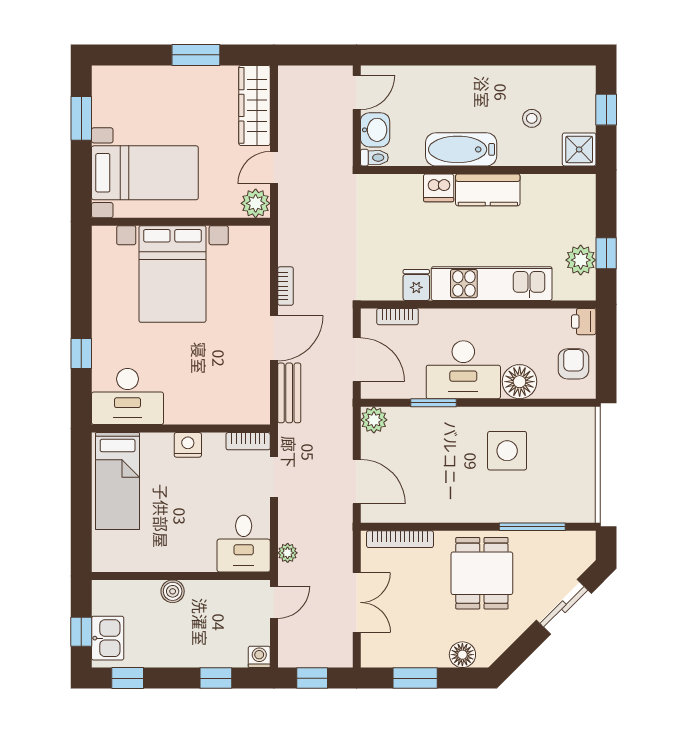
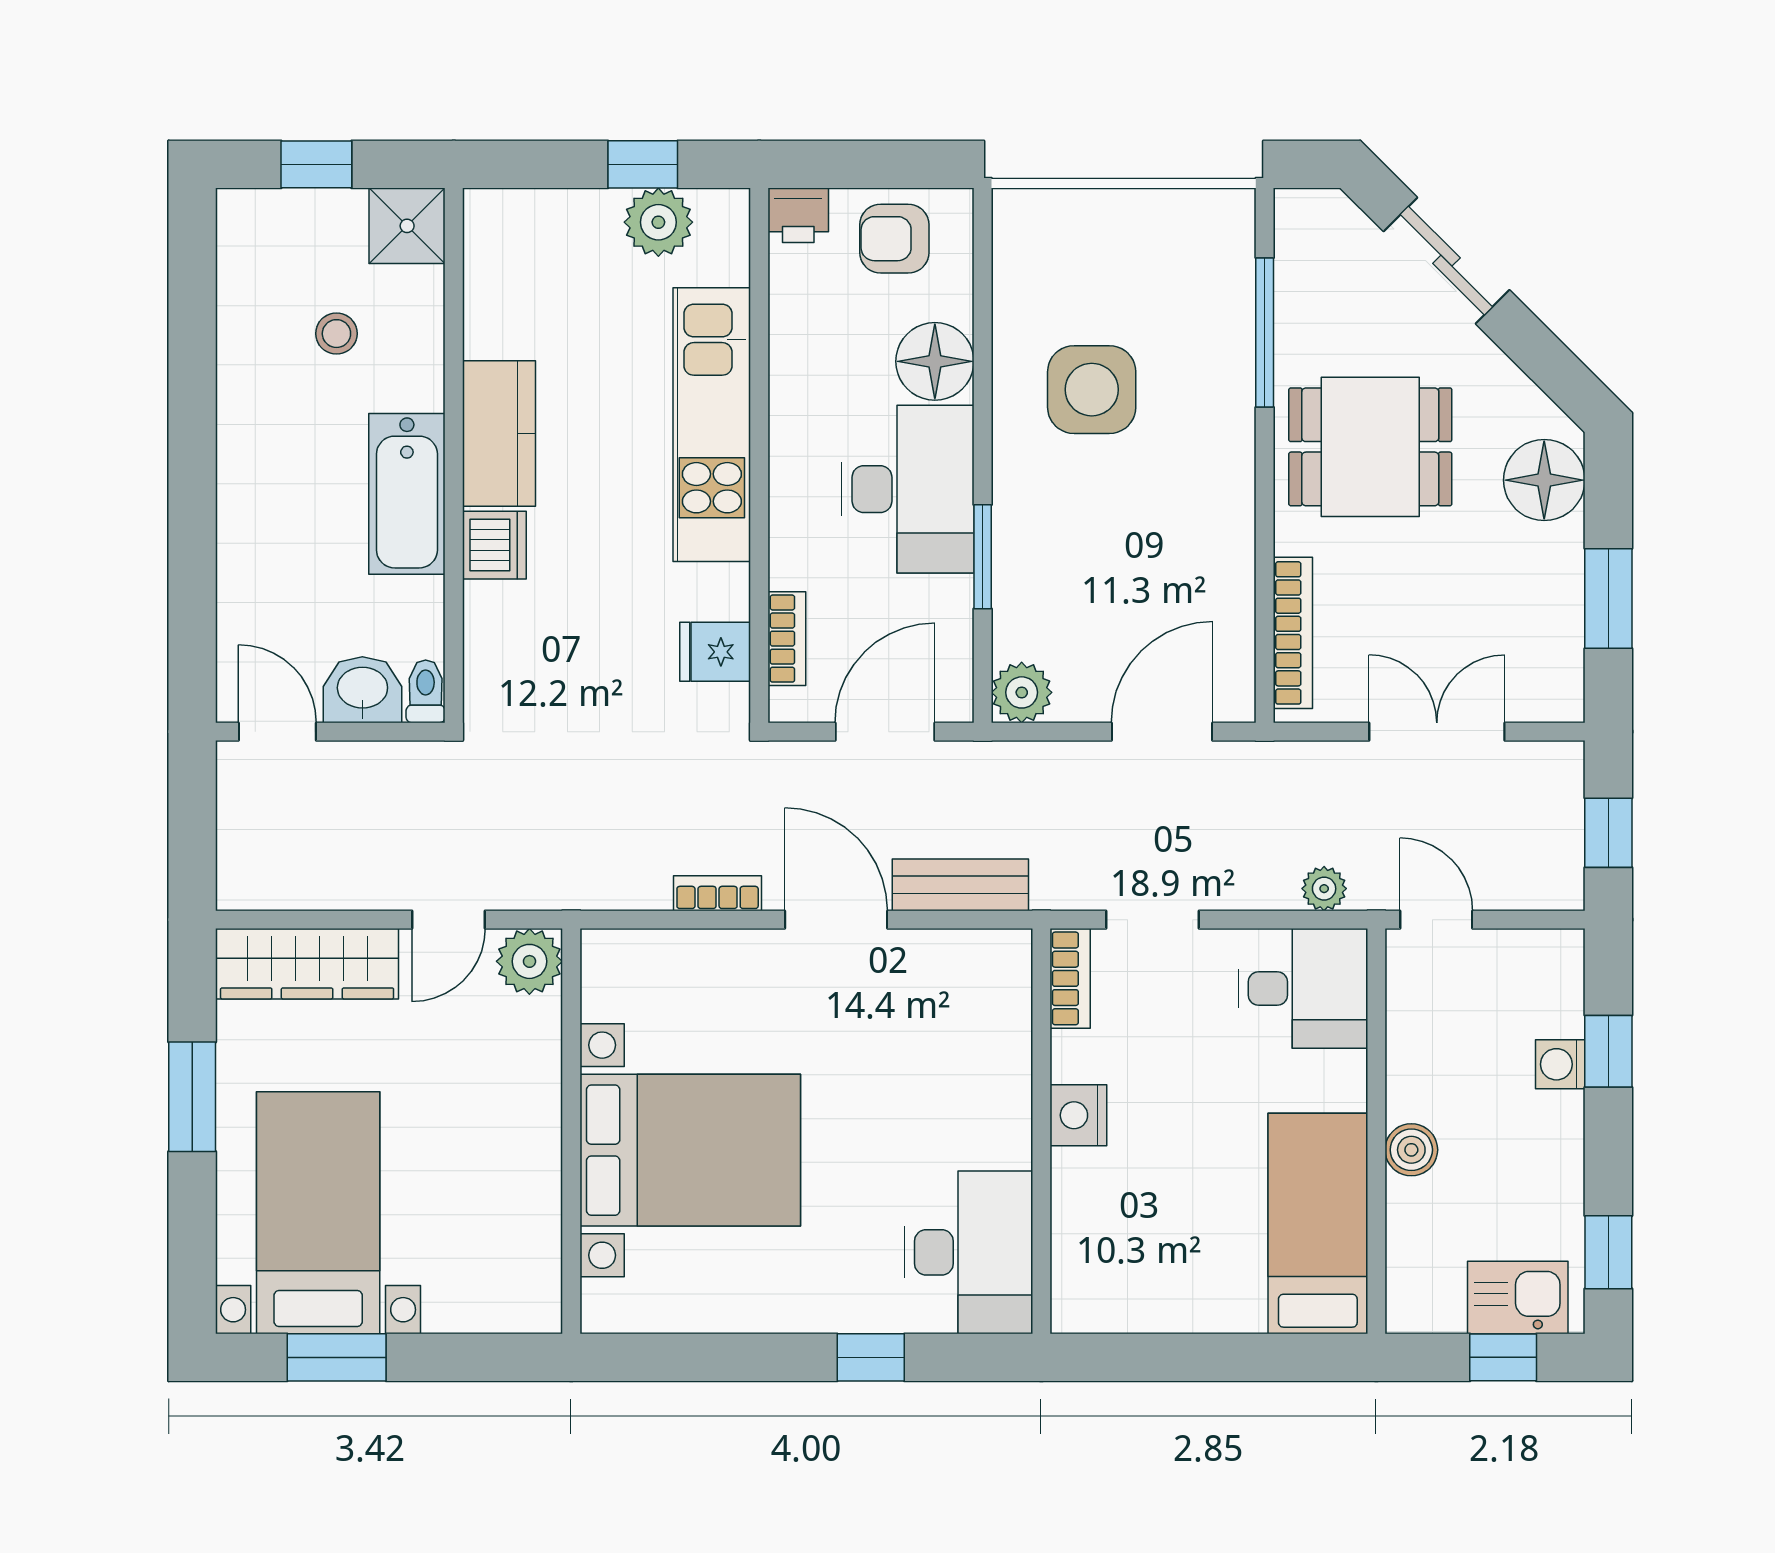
door: (274, 168) -> (448, 920), hinge flipped
bed with nightstands: (145, 173) -> (318, 1213), moved
fridge: (416, 285) -> (715, 652), moved
bed: (118, 481) -> (1318, 1224), moved, turned -90
floor lamp: (462, 655) -> (1544, 480), width x1.38, depth x1.38
washing machine: (259, 657) -> (1560, 1064), moved

